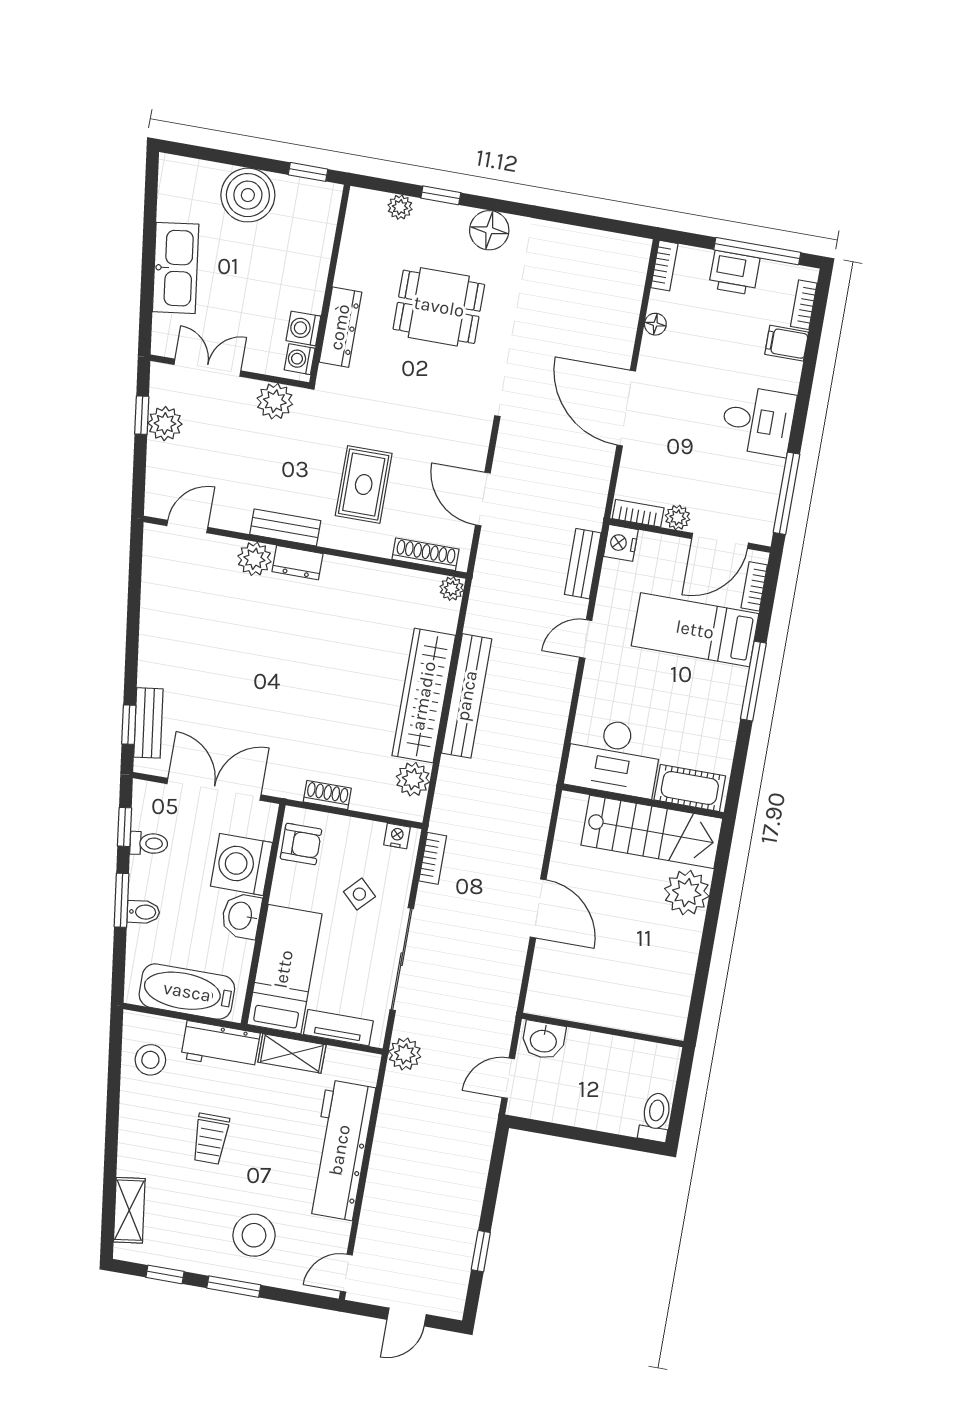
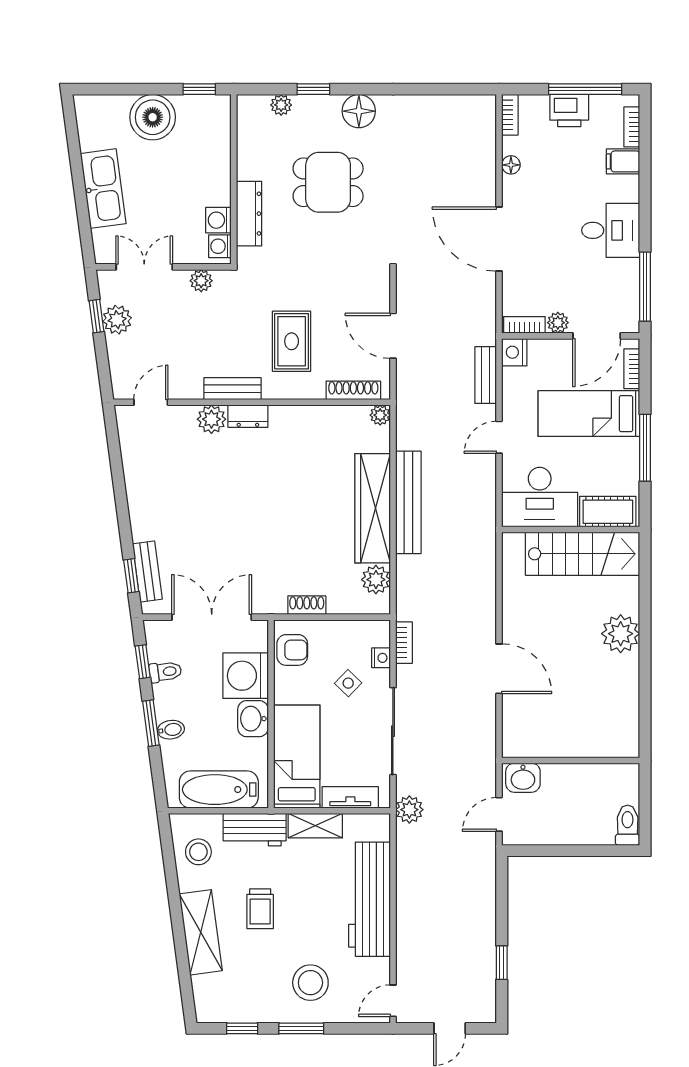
plant: (275, 401) -> (201, 281), width x0.73, depth x0.73
desk: (613, 757) -> (540, 497), moved
cot: (690, 788) -> (608, 512), moved
wall: (643, 801) -> (571, 530), moved
stairs: (652, 832) -> (583, 554), moved
nightstand: (397, 836) -> (381, 658), moved, turned 90
shelving: (129, 1210) -> (201, 932), moved, width x1.50, depth x1.33

